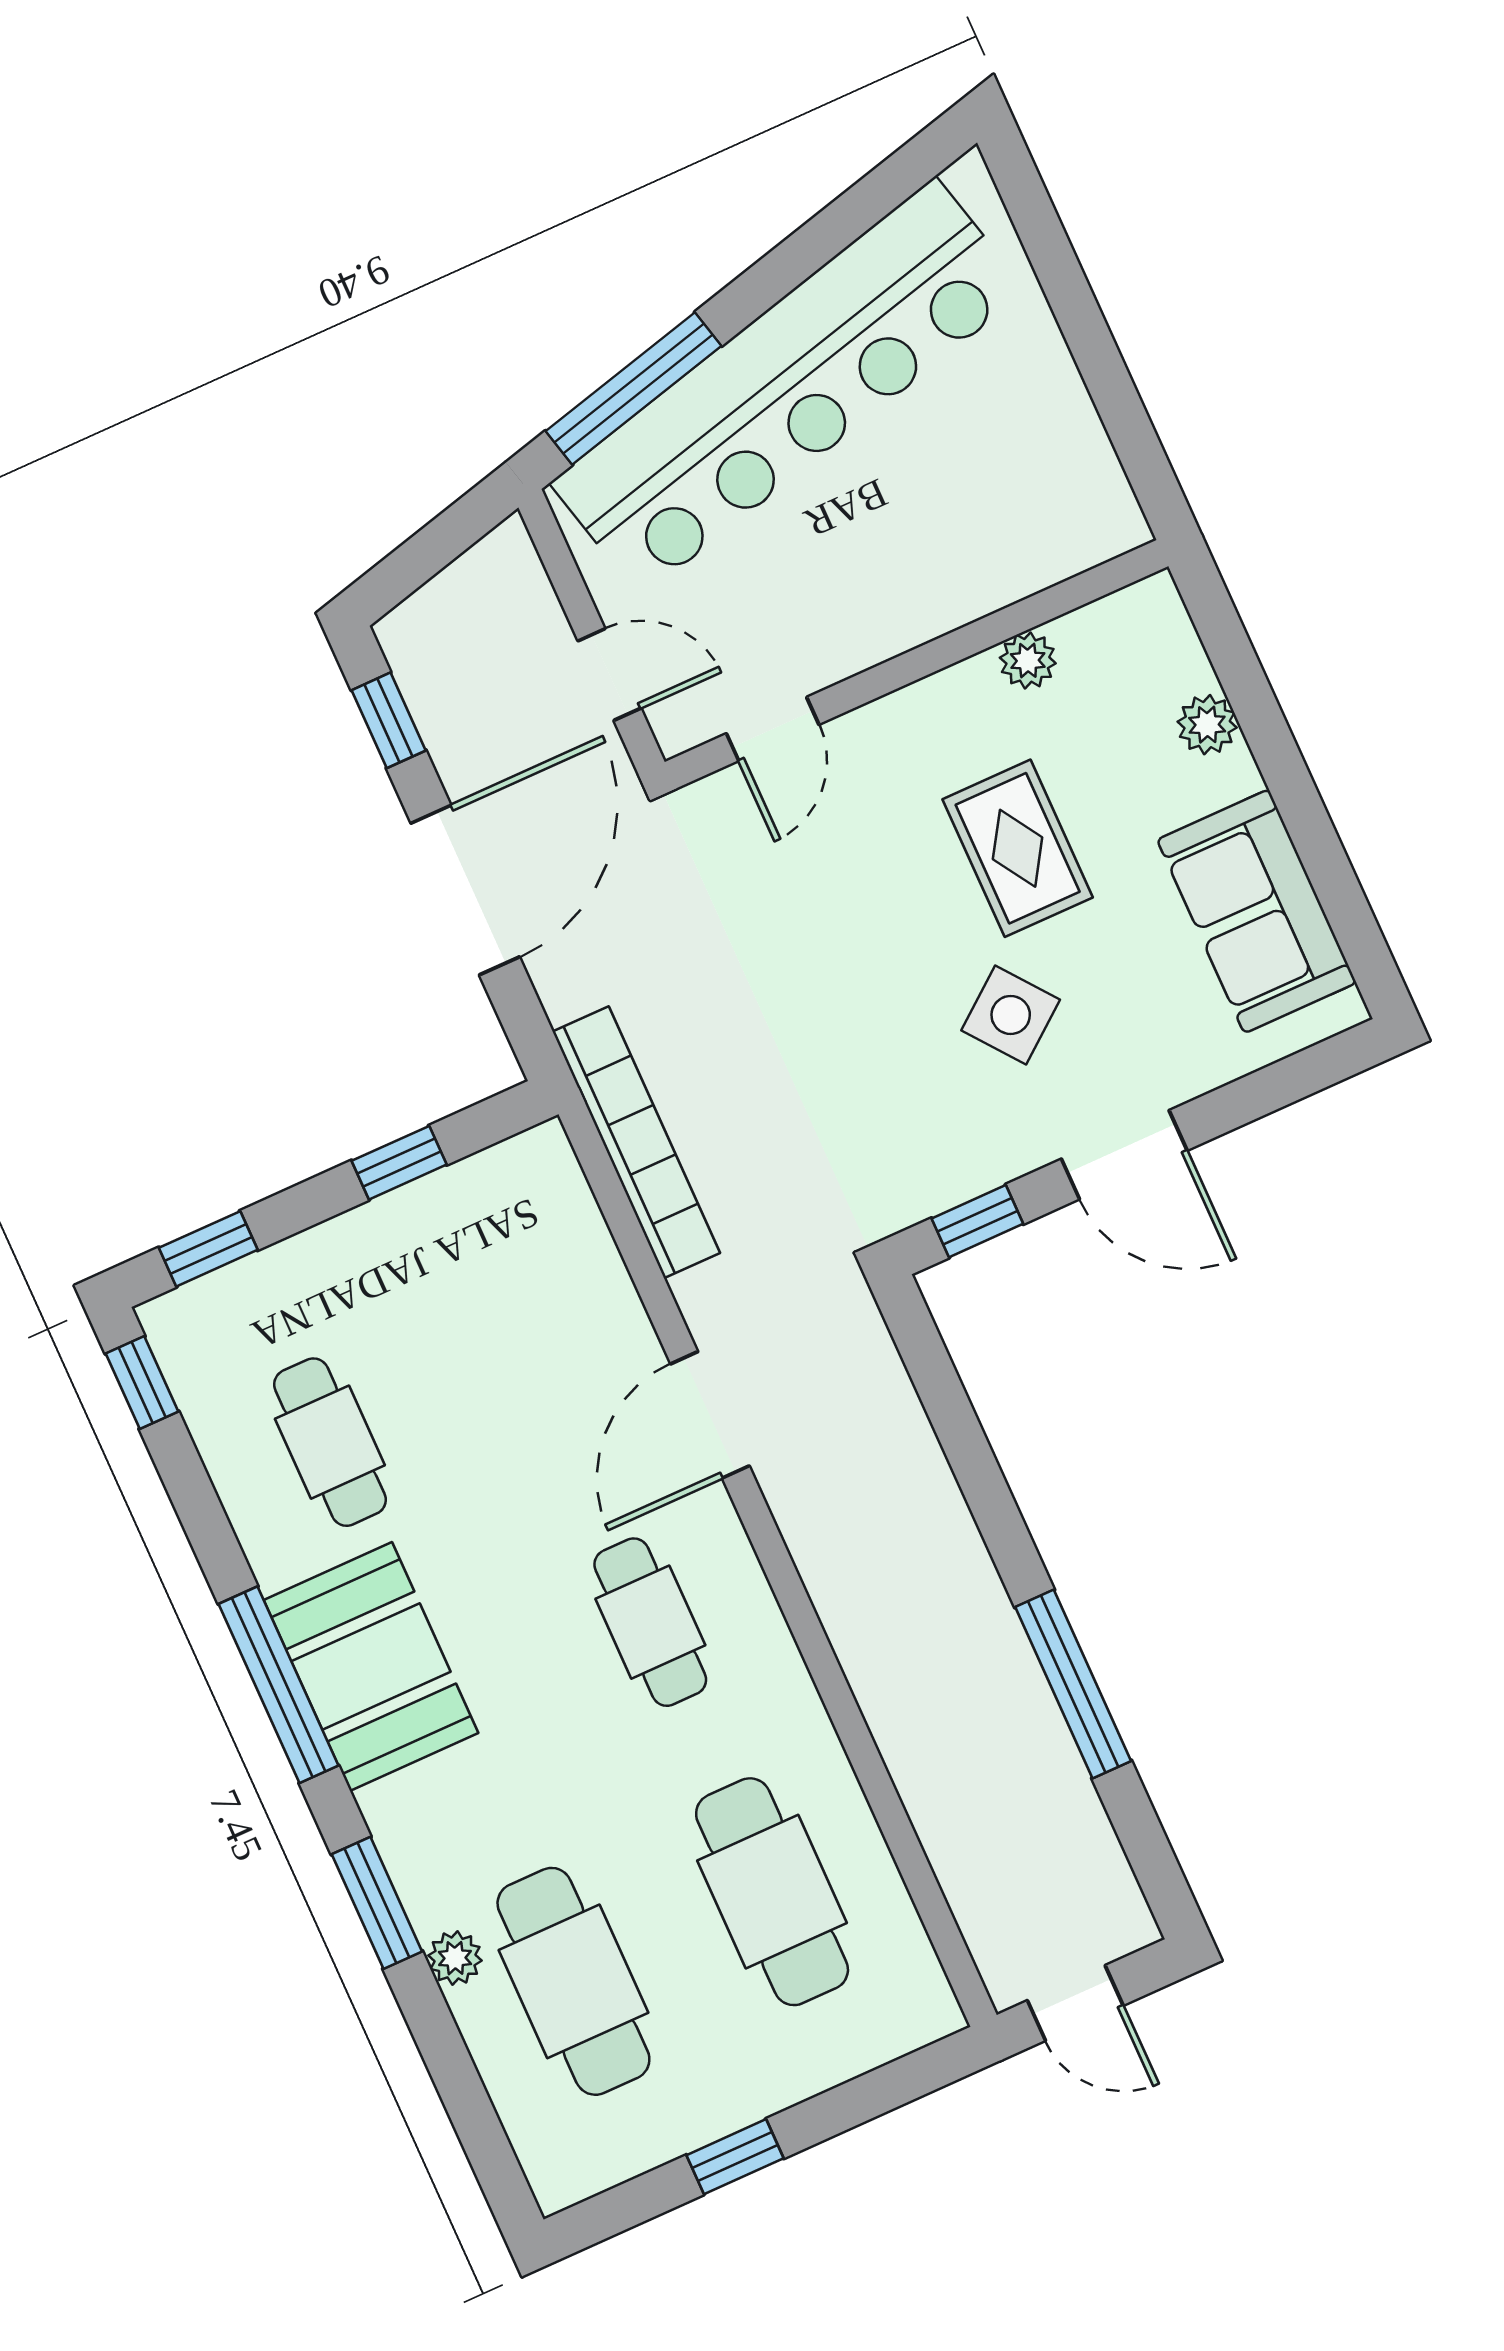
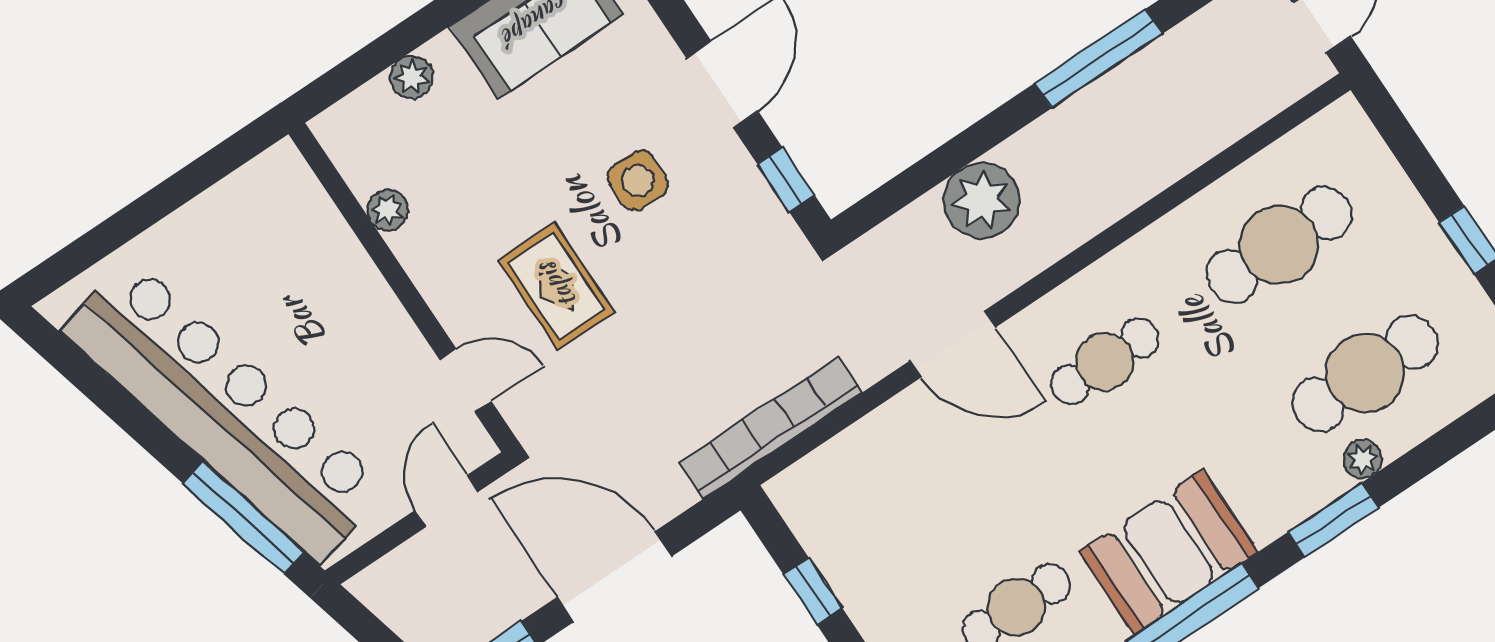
rug: (1018, 848) -> (556, 286), moved, turned 90
side table: (1011, 1015) -> (638, 180), turned 38
plant: (903, 1488) -> (982, 200), added

